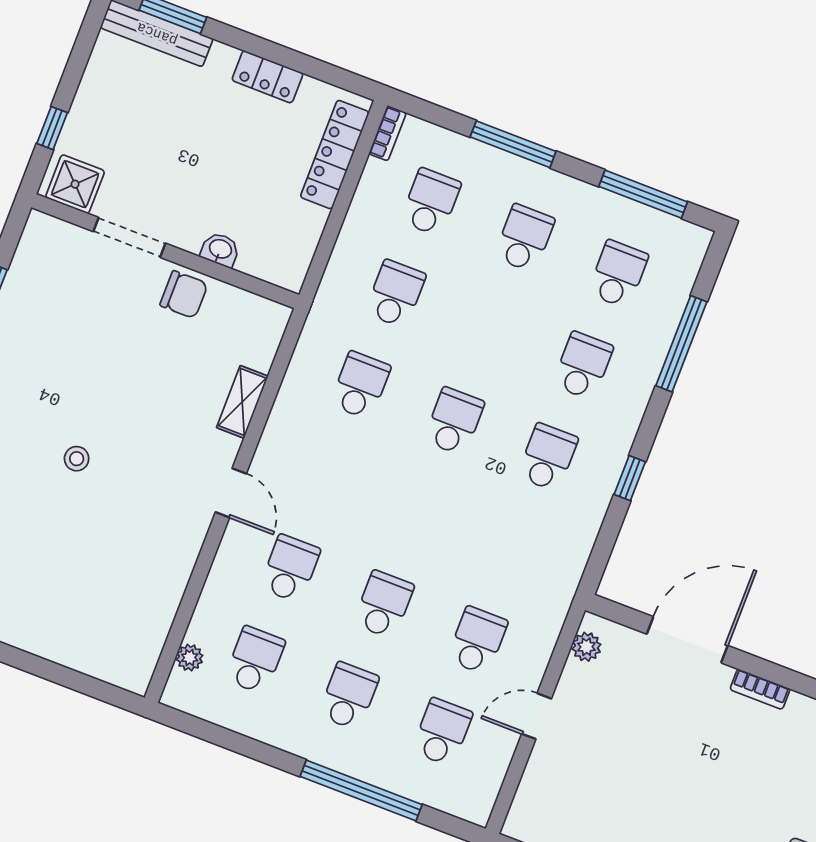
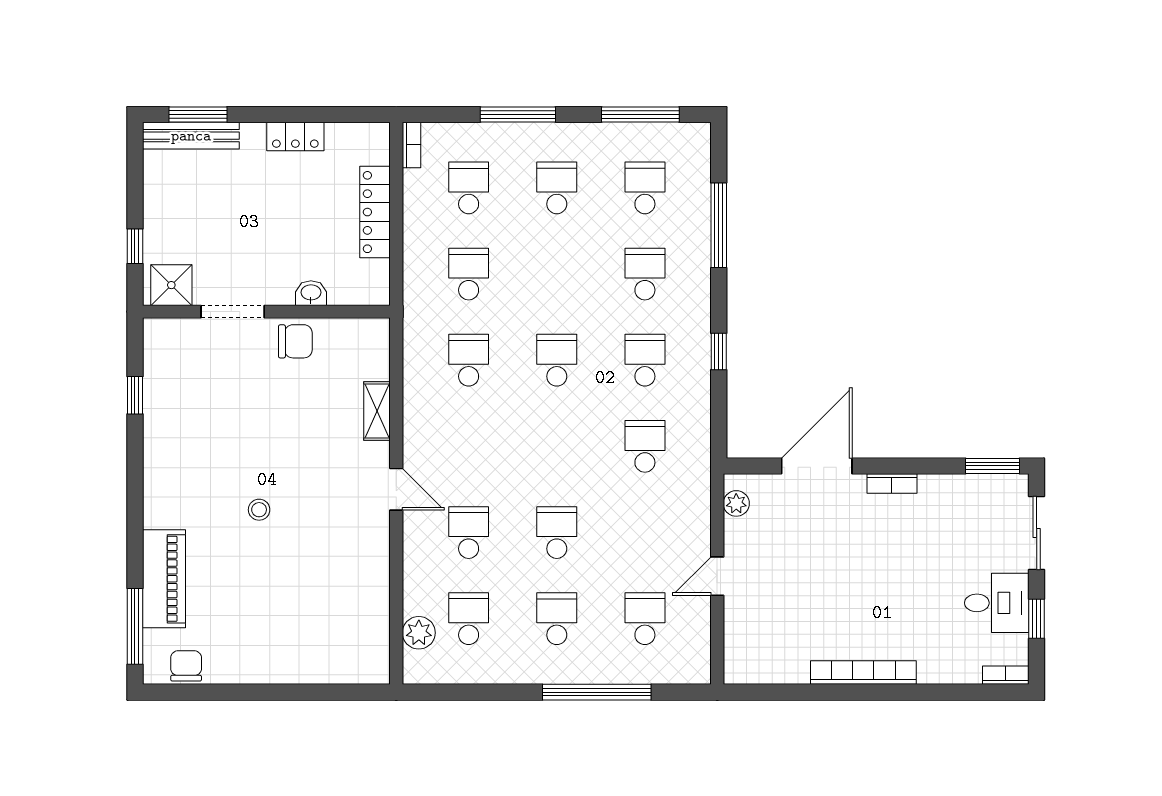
locker: (335, 155) -> (375, 212), moved
school desk: (477, 640) -> (645, 446), moved
plant: (190, 658) -> (419, 633), width x1.38, depth x1.38

